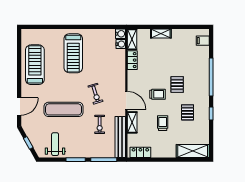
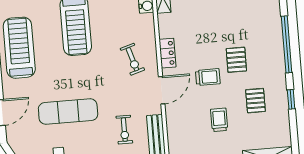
locker: (132, 60) -> (168, 53), moved
exercise bike: (95, 94) -> (132, 59), moved
door: (126, 100) -> (162, 90), hinge flipped
shelving: (132, 122) -> (173, 123), removed

